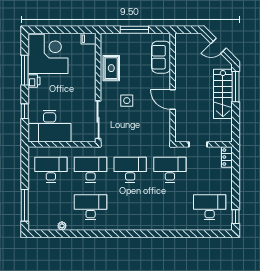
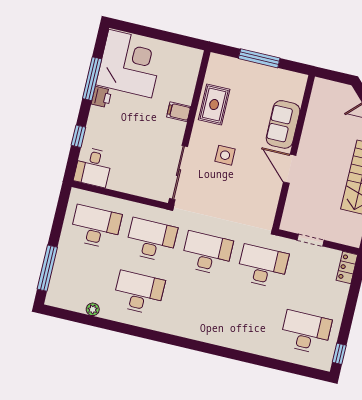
filing cabinet: (88, 39) -> (179, 112), moved
sofa: (161, 57) -> (283, 124), moved
desk: (50, 126) -> (93, 167), width x0.53, depth x0.77

